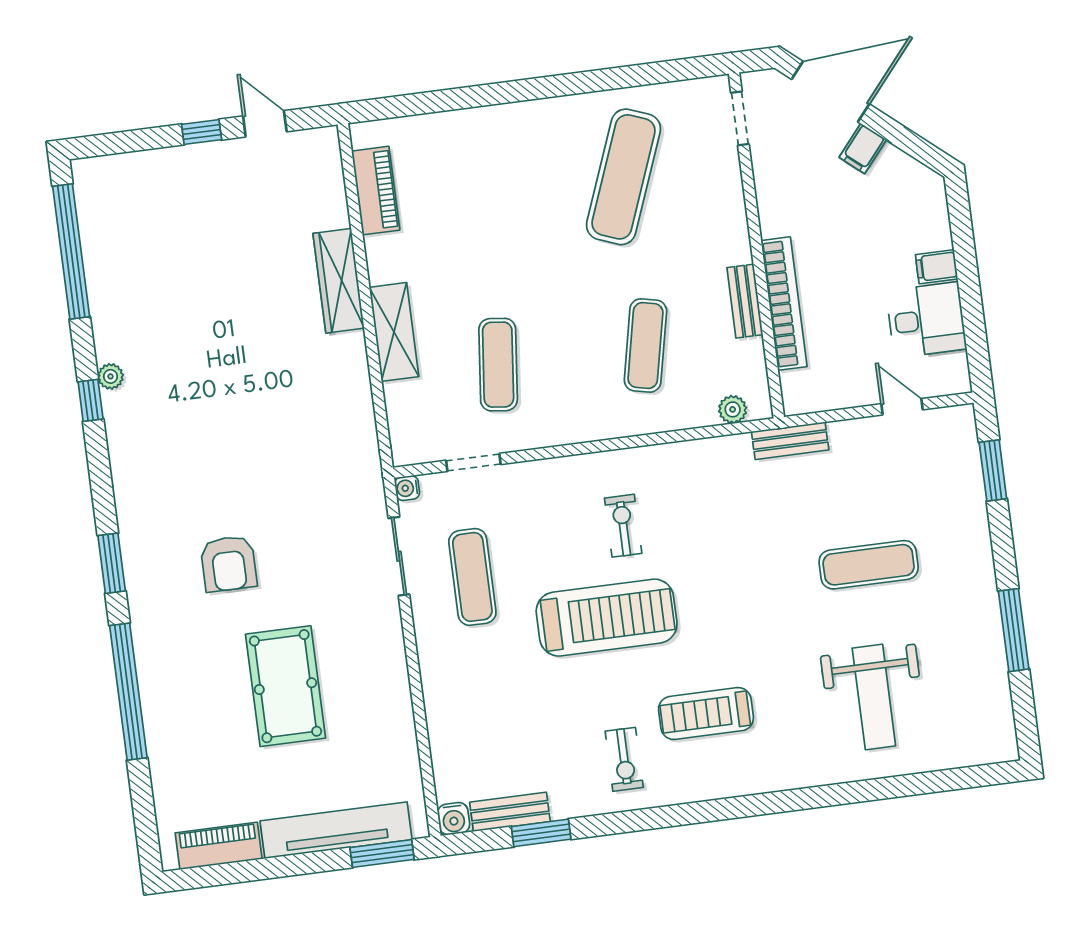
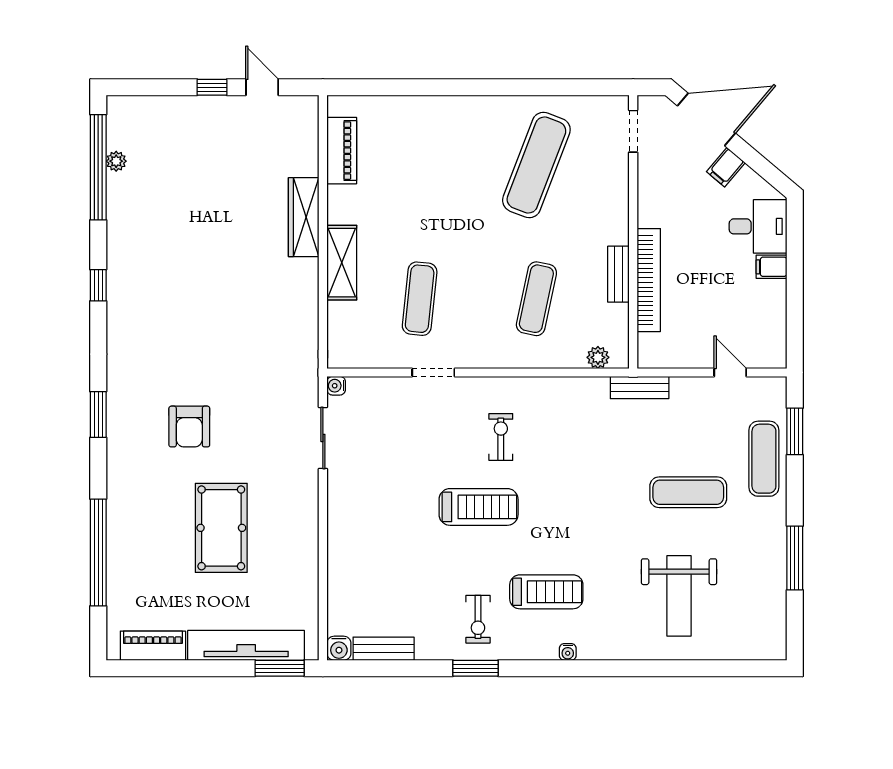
desk: (926, 320) -> (758, 226), moved
plant: (111, 376) -> (116, 161), moved
doorway: (473, 462) -> (433, 372), moved
exercise mat: (472, 577) -> (764, 459), moved
treadmill: (607, 618) -> (479, 507), width x0.73, depth x0.73
window: (128, 692) -> (98, 553), moved
treadmill: (706, 714) -> (546, 592), turned 180
water cooler: (743, 786) -> (568, 652), added
window: (541, 833) -> (475, 668), moved

